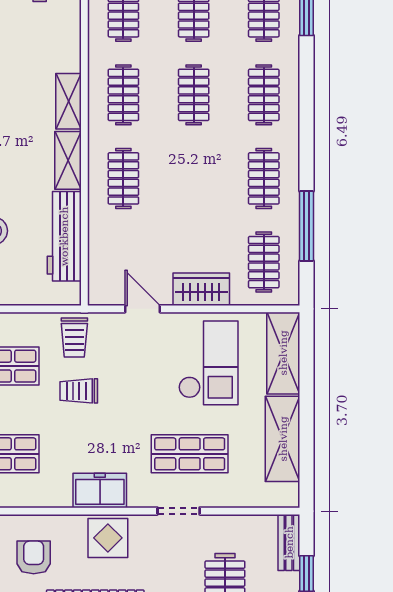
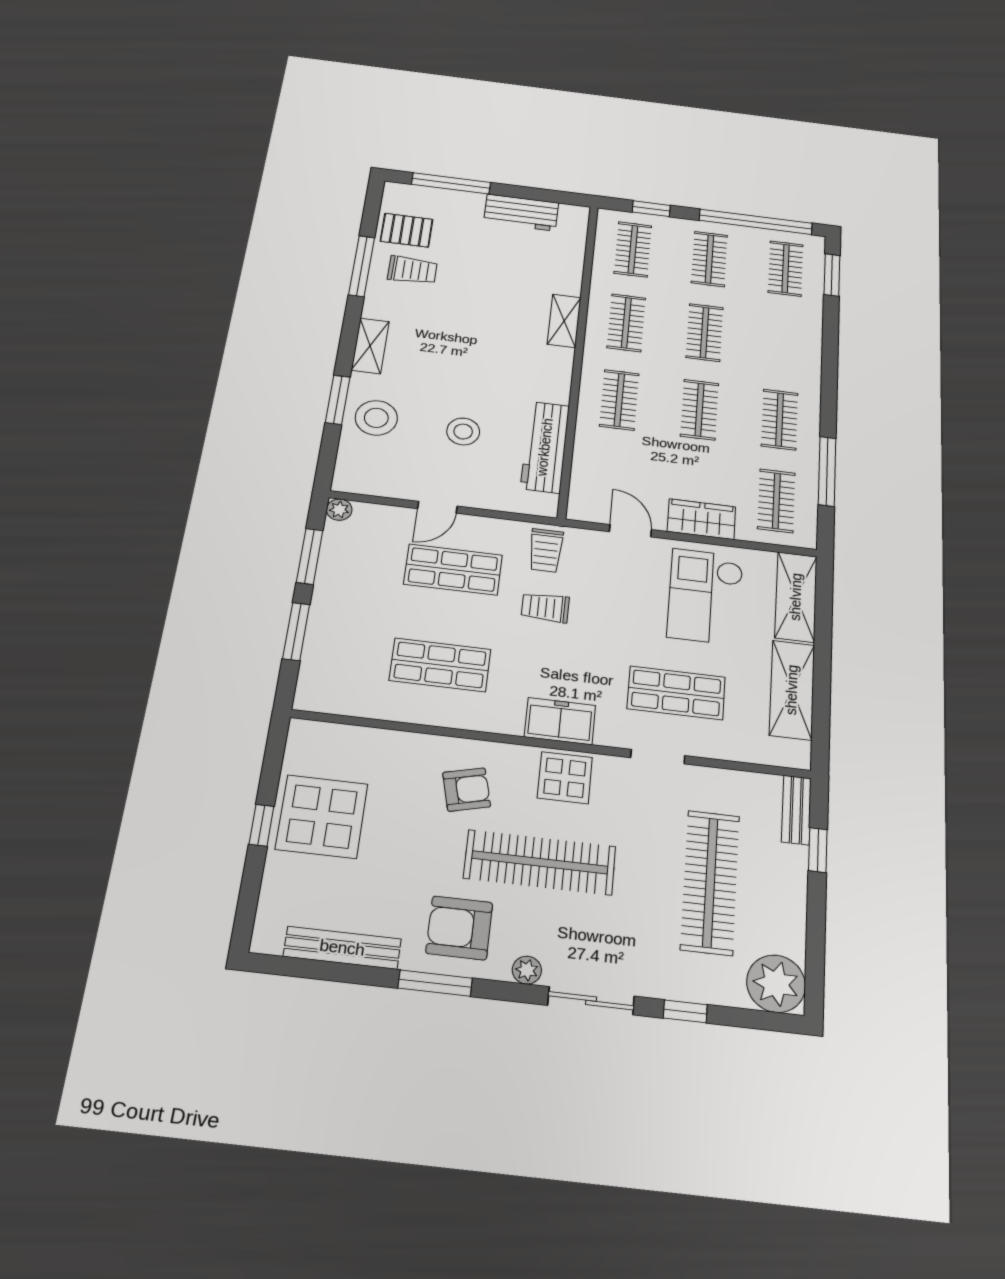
clothes rail: (264, 95) -> (700, 410), moved
shelving: (68, 160) -> (558, 375), removed
checkout: (208, 363) -> (705, 596), turned 180
armchair: (34, 557) -> (467, 790), turned 76

